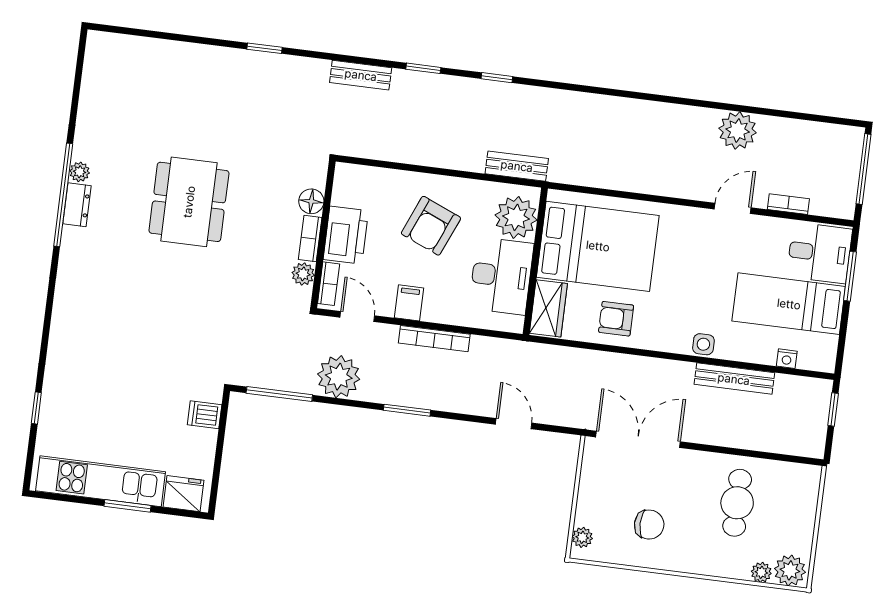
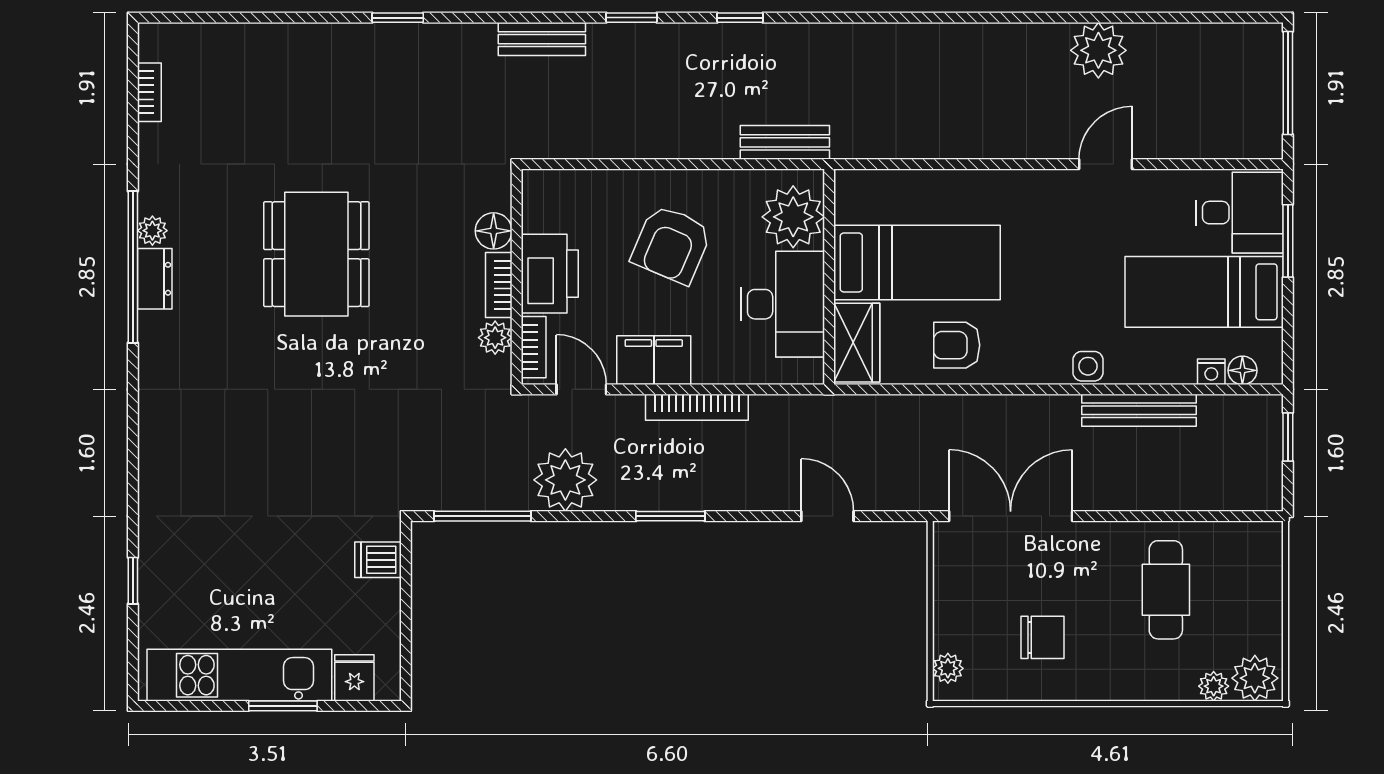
bookcase: (788, 204) -> (149, 92), moved, turned 90
bed: (598, 246) -> (917, 262), width x0.67
filing cabinet: (409, 303) -> (654, 360), width x2.00
floor lamp: (808, 360) -> (1242, 370), added
fridge: (184, 494) -> (354, 678), width x0.72

